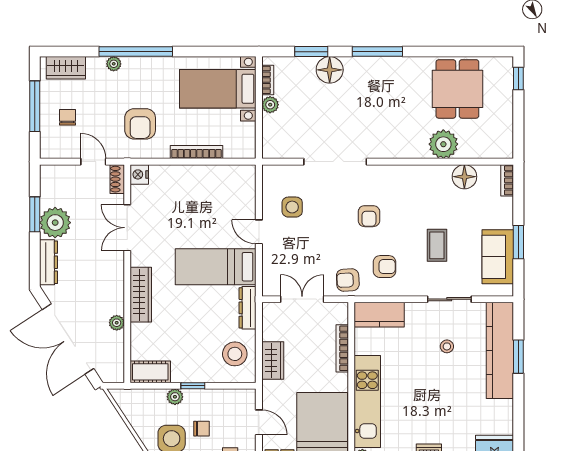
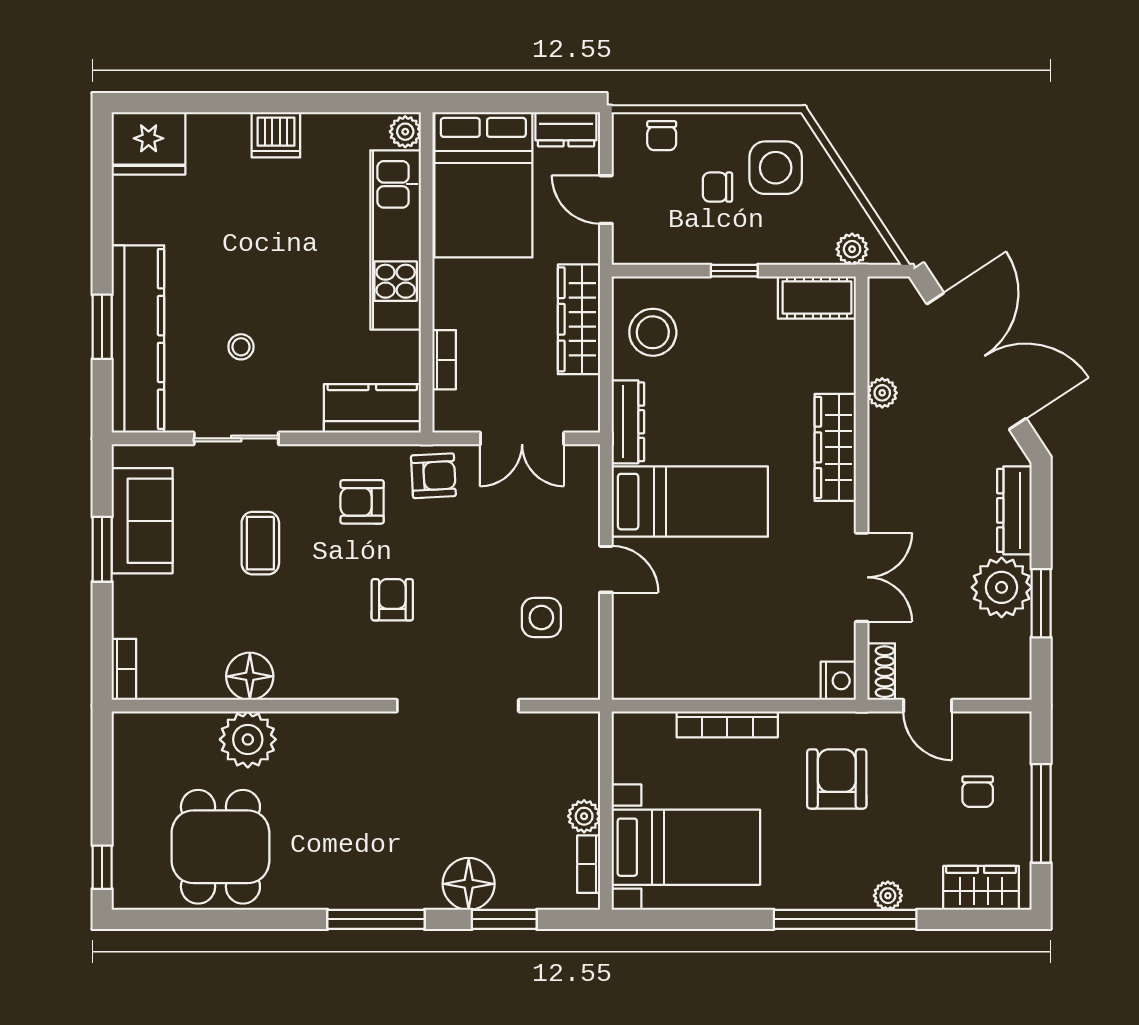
floor lamp: (464, 177) -> (250, 676), moved
bookcase: (342, 348) -> (444, 360), width x0.64
wardrobe: (273, 361) -> (579, 319), width x1.50
plant: (175, 397) -> (852, 249), moved

